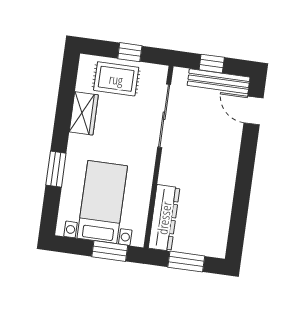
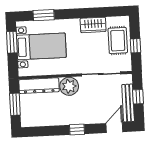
window: (56, 169) -> (44, 15), moved
plant: (174, 170) -> (69, 86), added
window: (245, 170) -> (77, 129), added
window: (110, 251) -> (12, 42), moved

